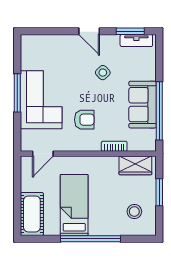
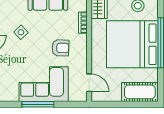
armchair: (84, 120) -> (60, 48), turned 92
bed: (74, 205) -> (132, 44), width x2.04

